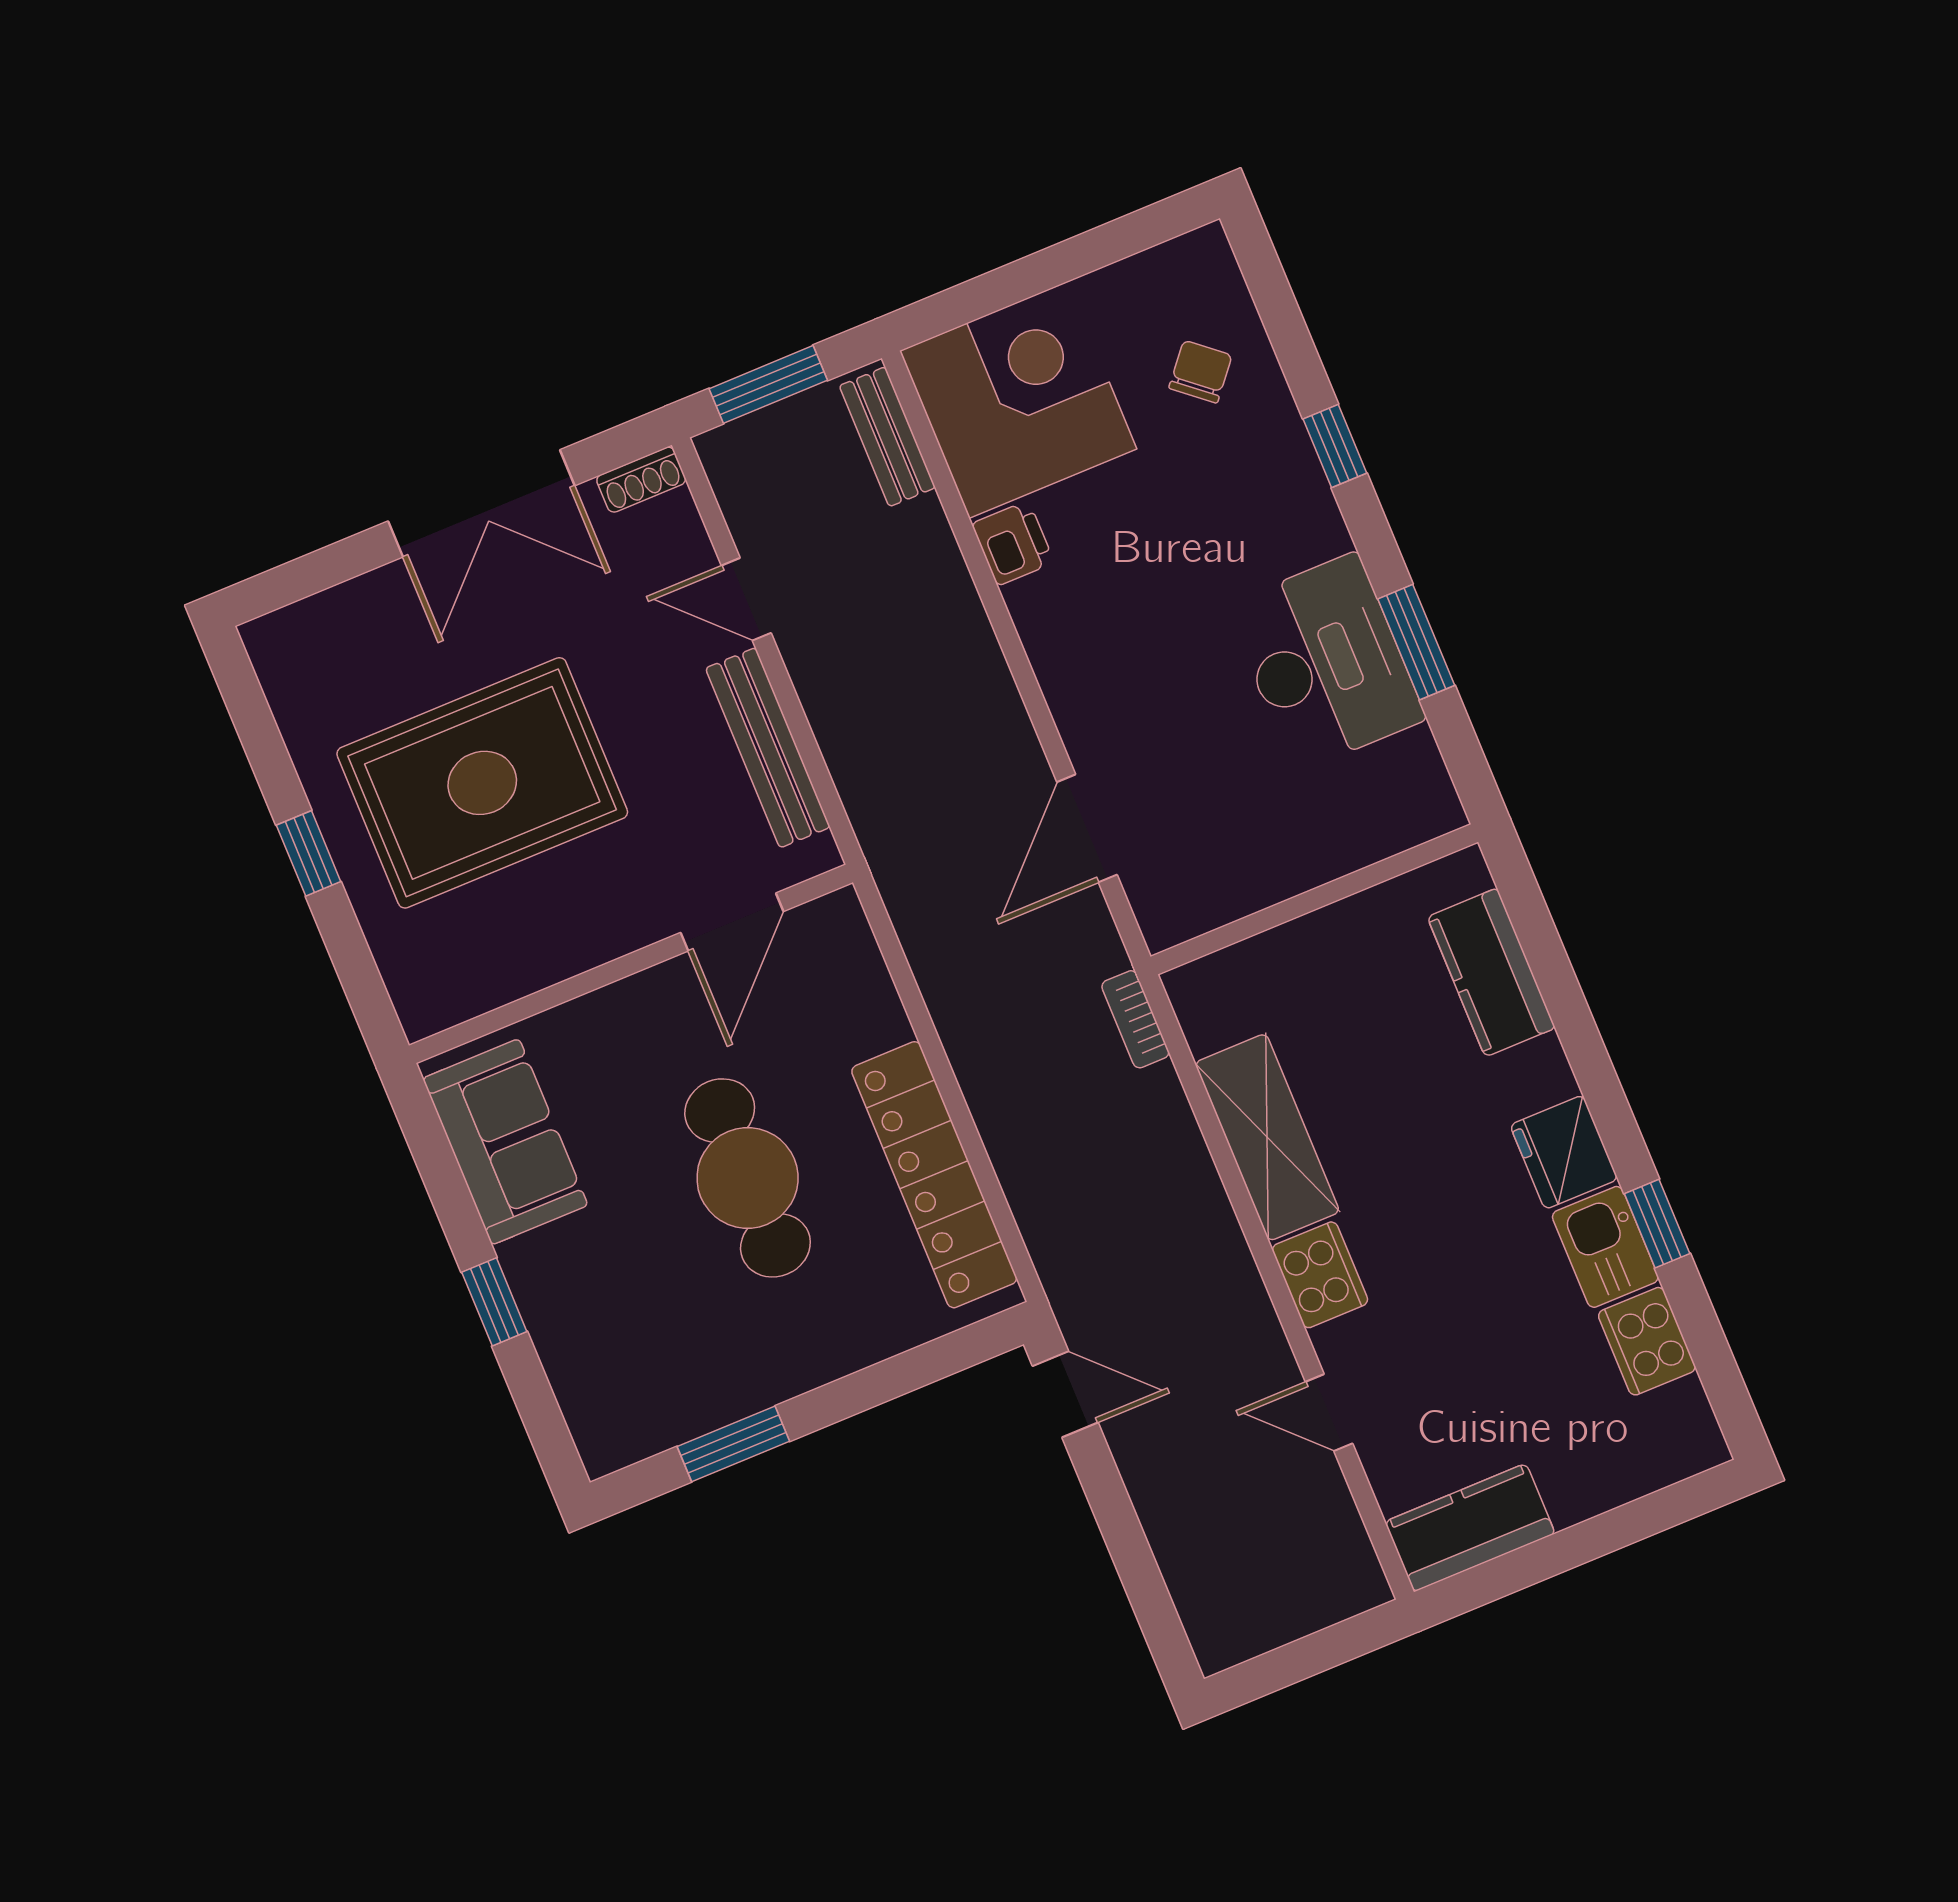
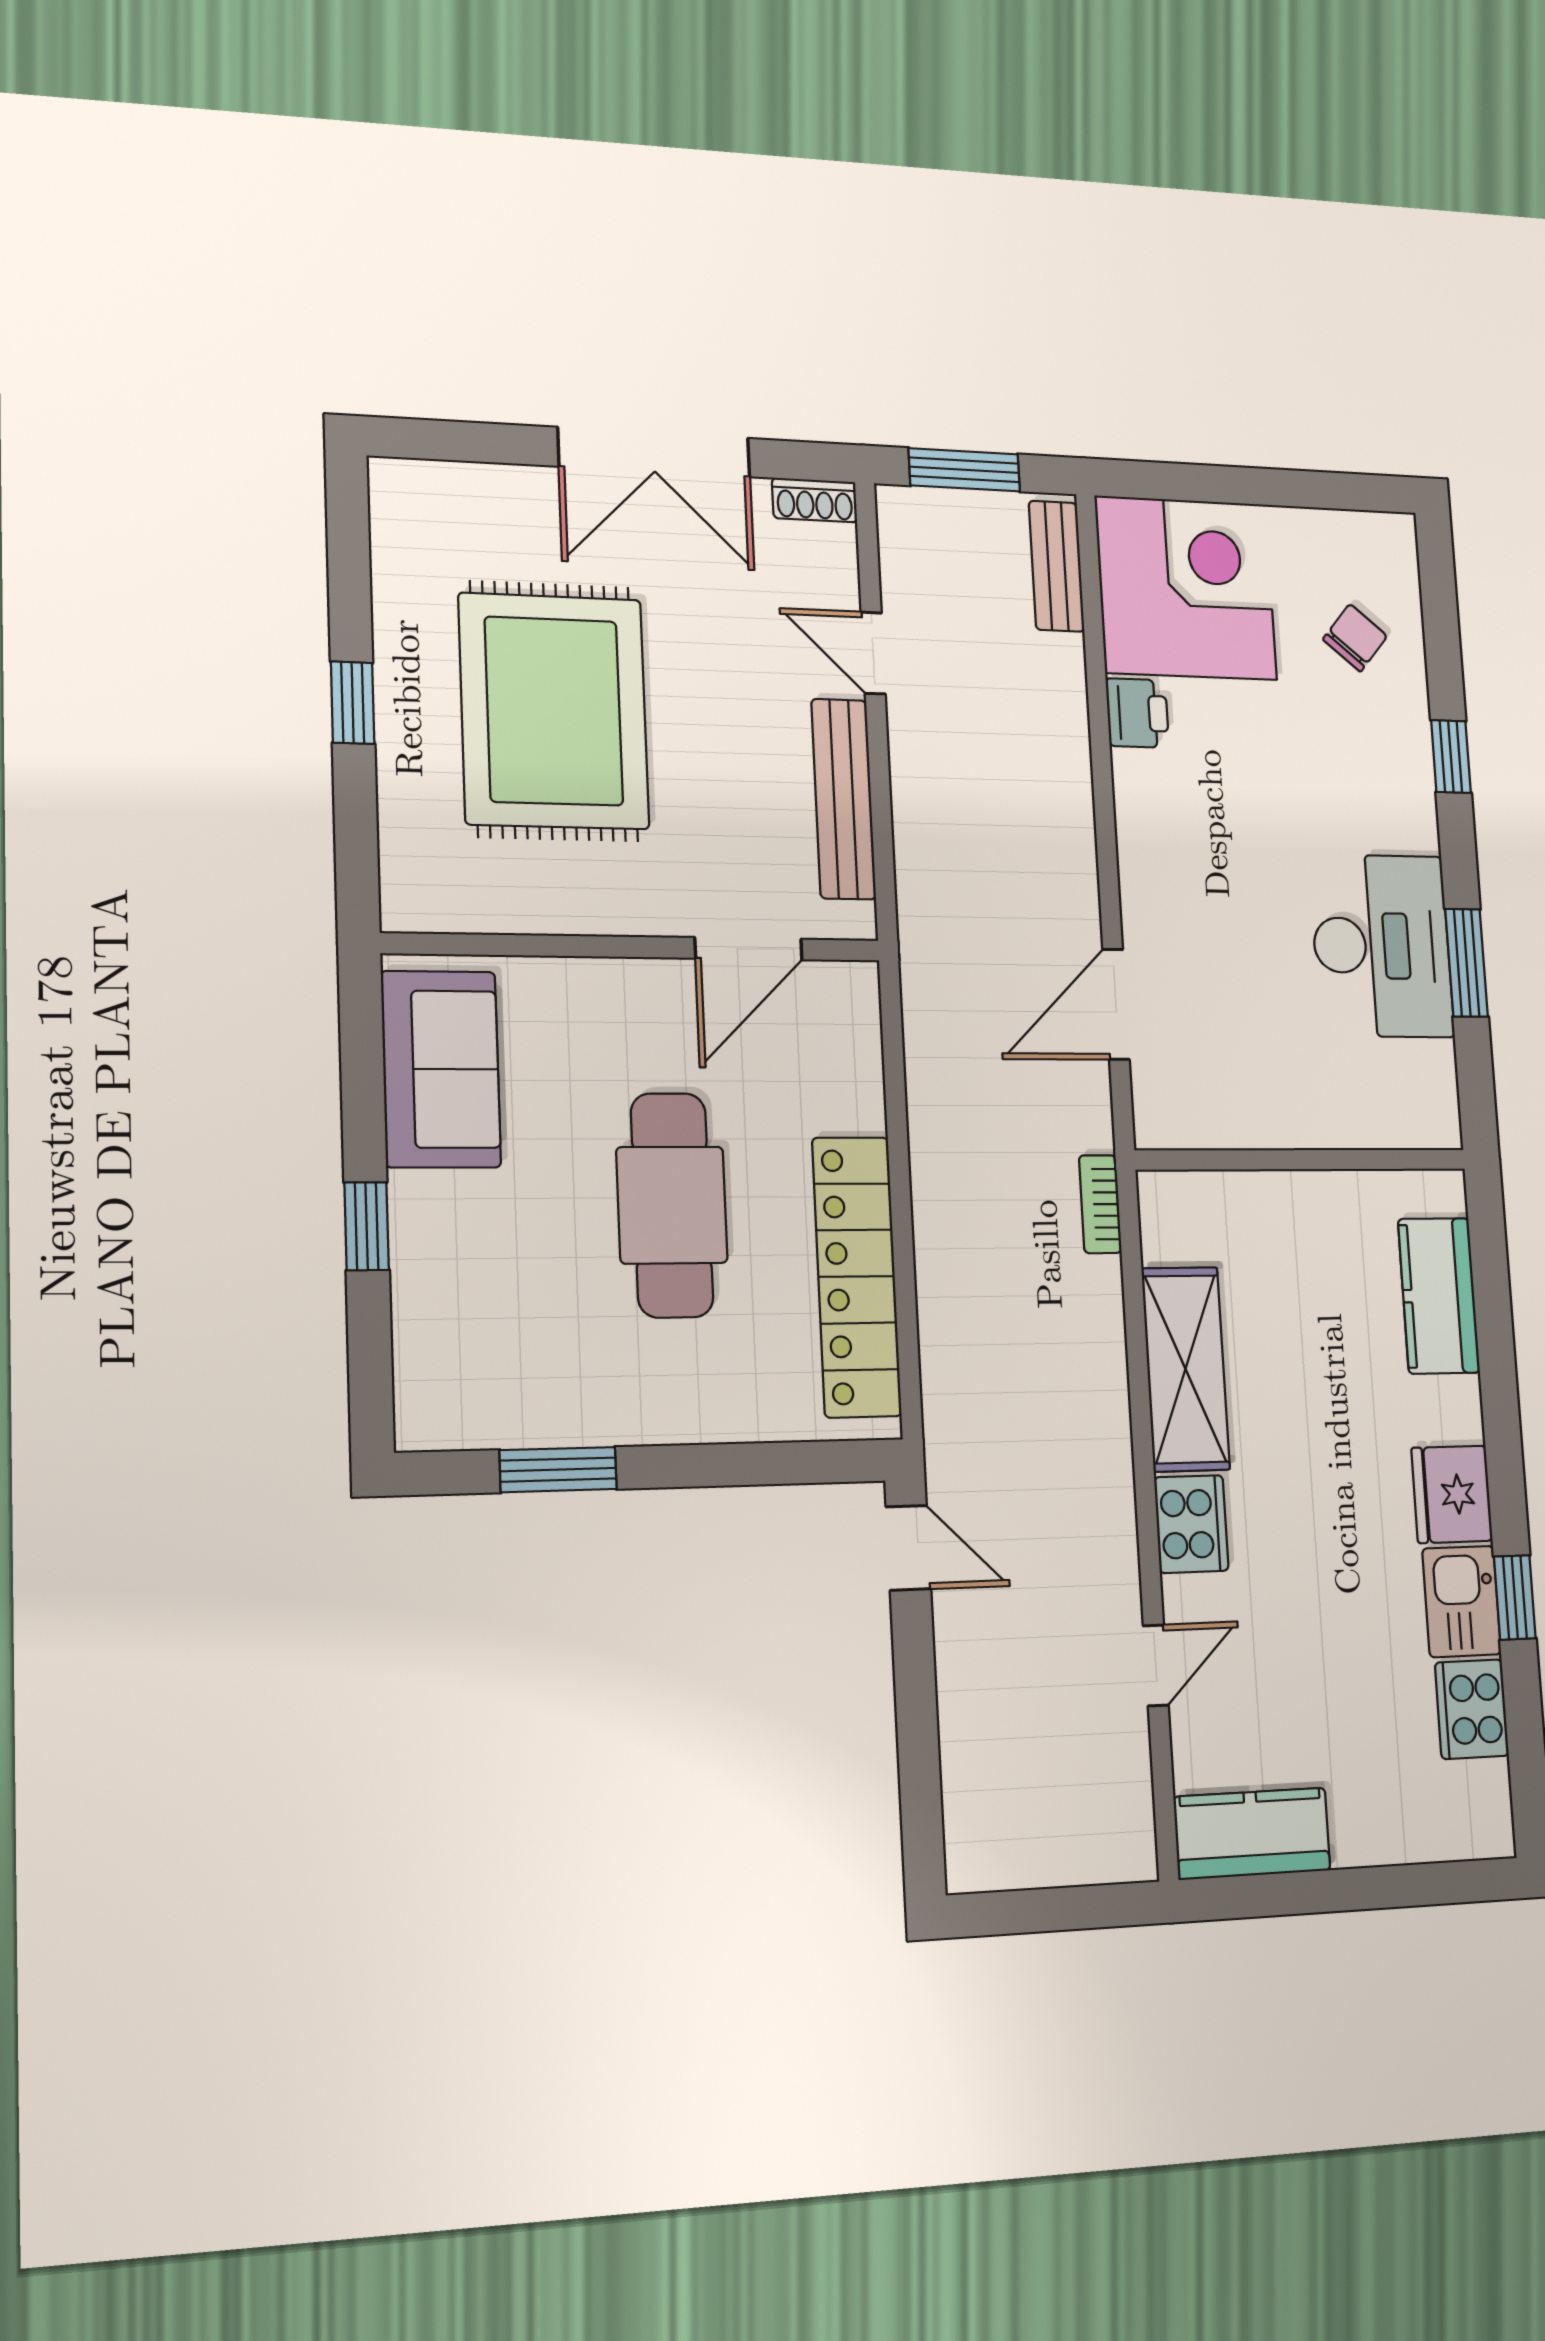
rug: (482, 783) -> (554, 711), turned 90
door: (1329, 1413) -> (1156, 1665), swing flipped

